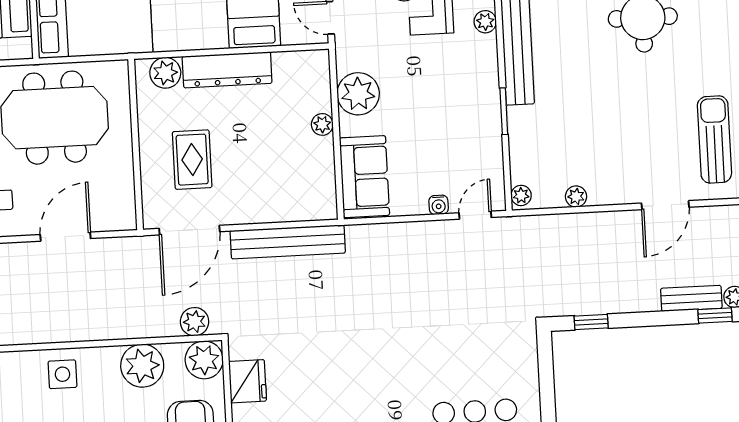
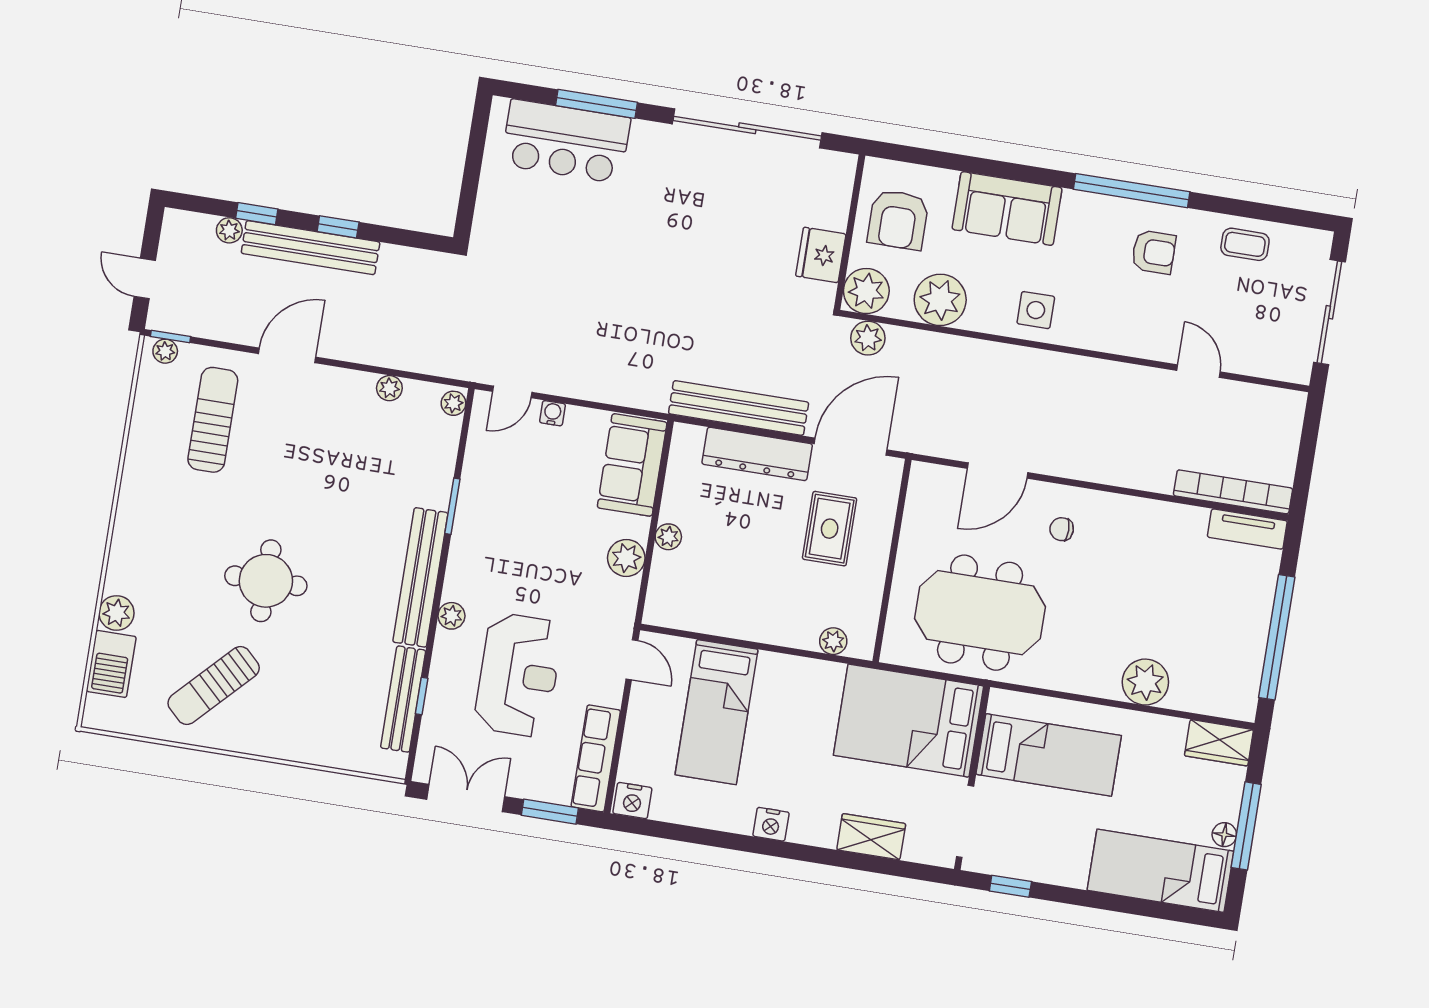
dresser: (227, 70) -> (757, 454), moved, turned 180
plant: (165, 73) -> (833, 641), width x0.73, depth x0.73
plant: (358, 94) -> (626, 558), width x0.73, depth x0.73
sun lounger: (714, 139) -> (213, 420), turned 180
bench: (691, 298) -> (311, 248), width x1.86, depth x1.21
window: (591, 322) -> (338, 227), moved

